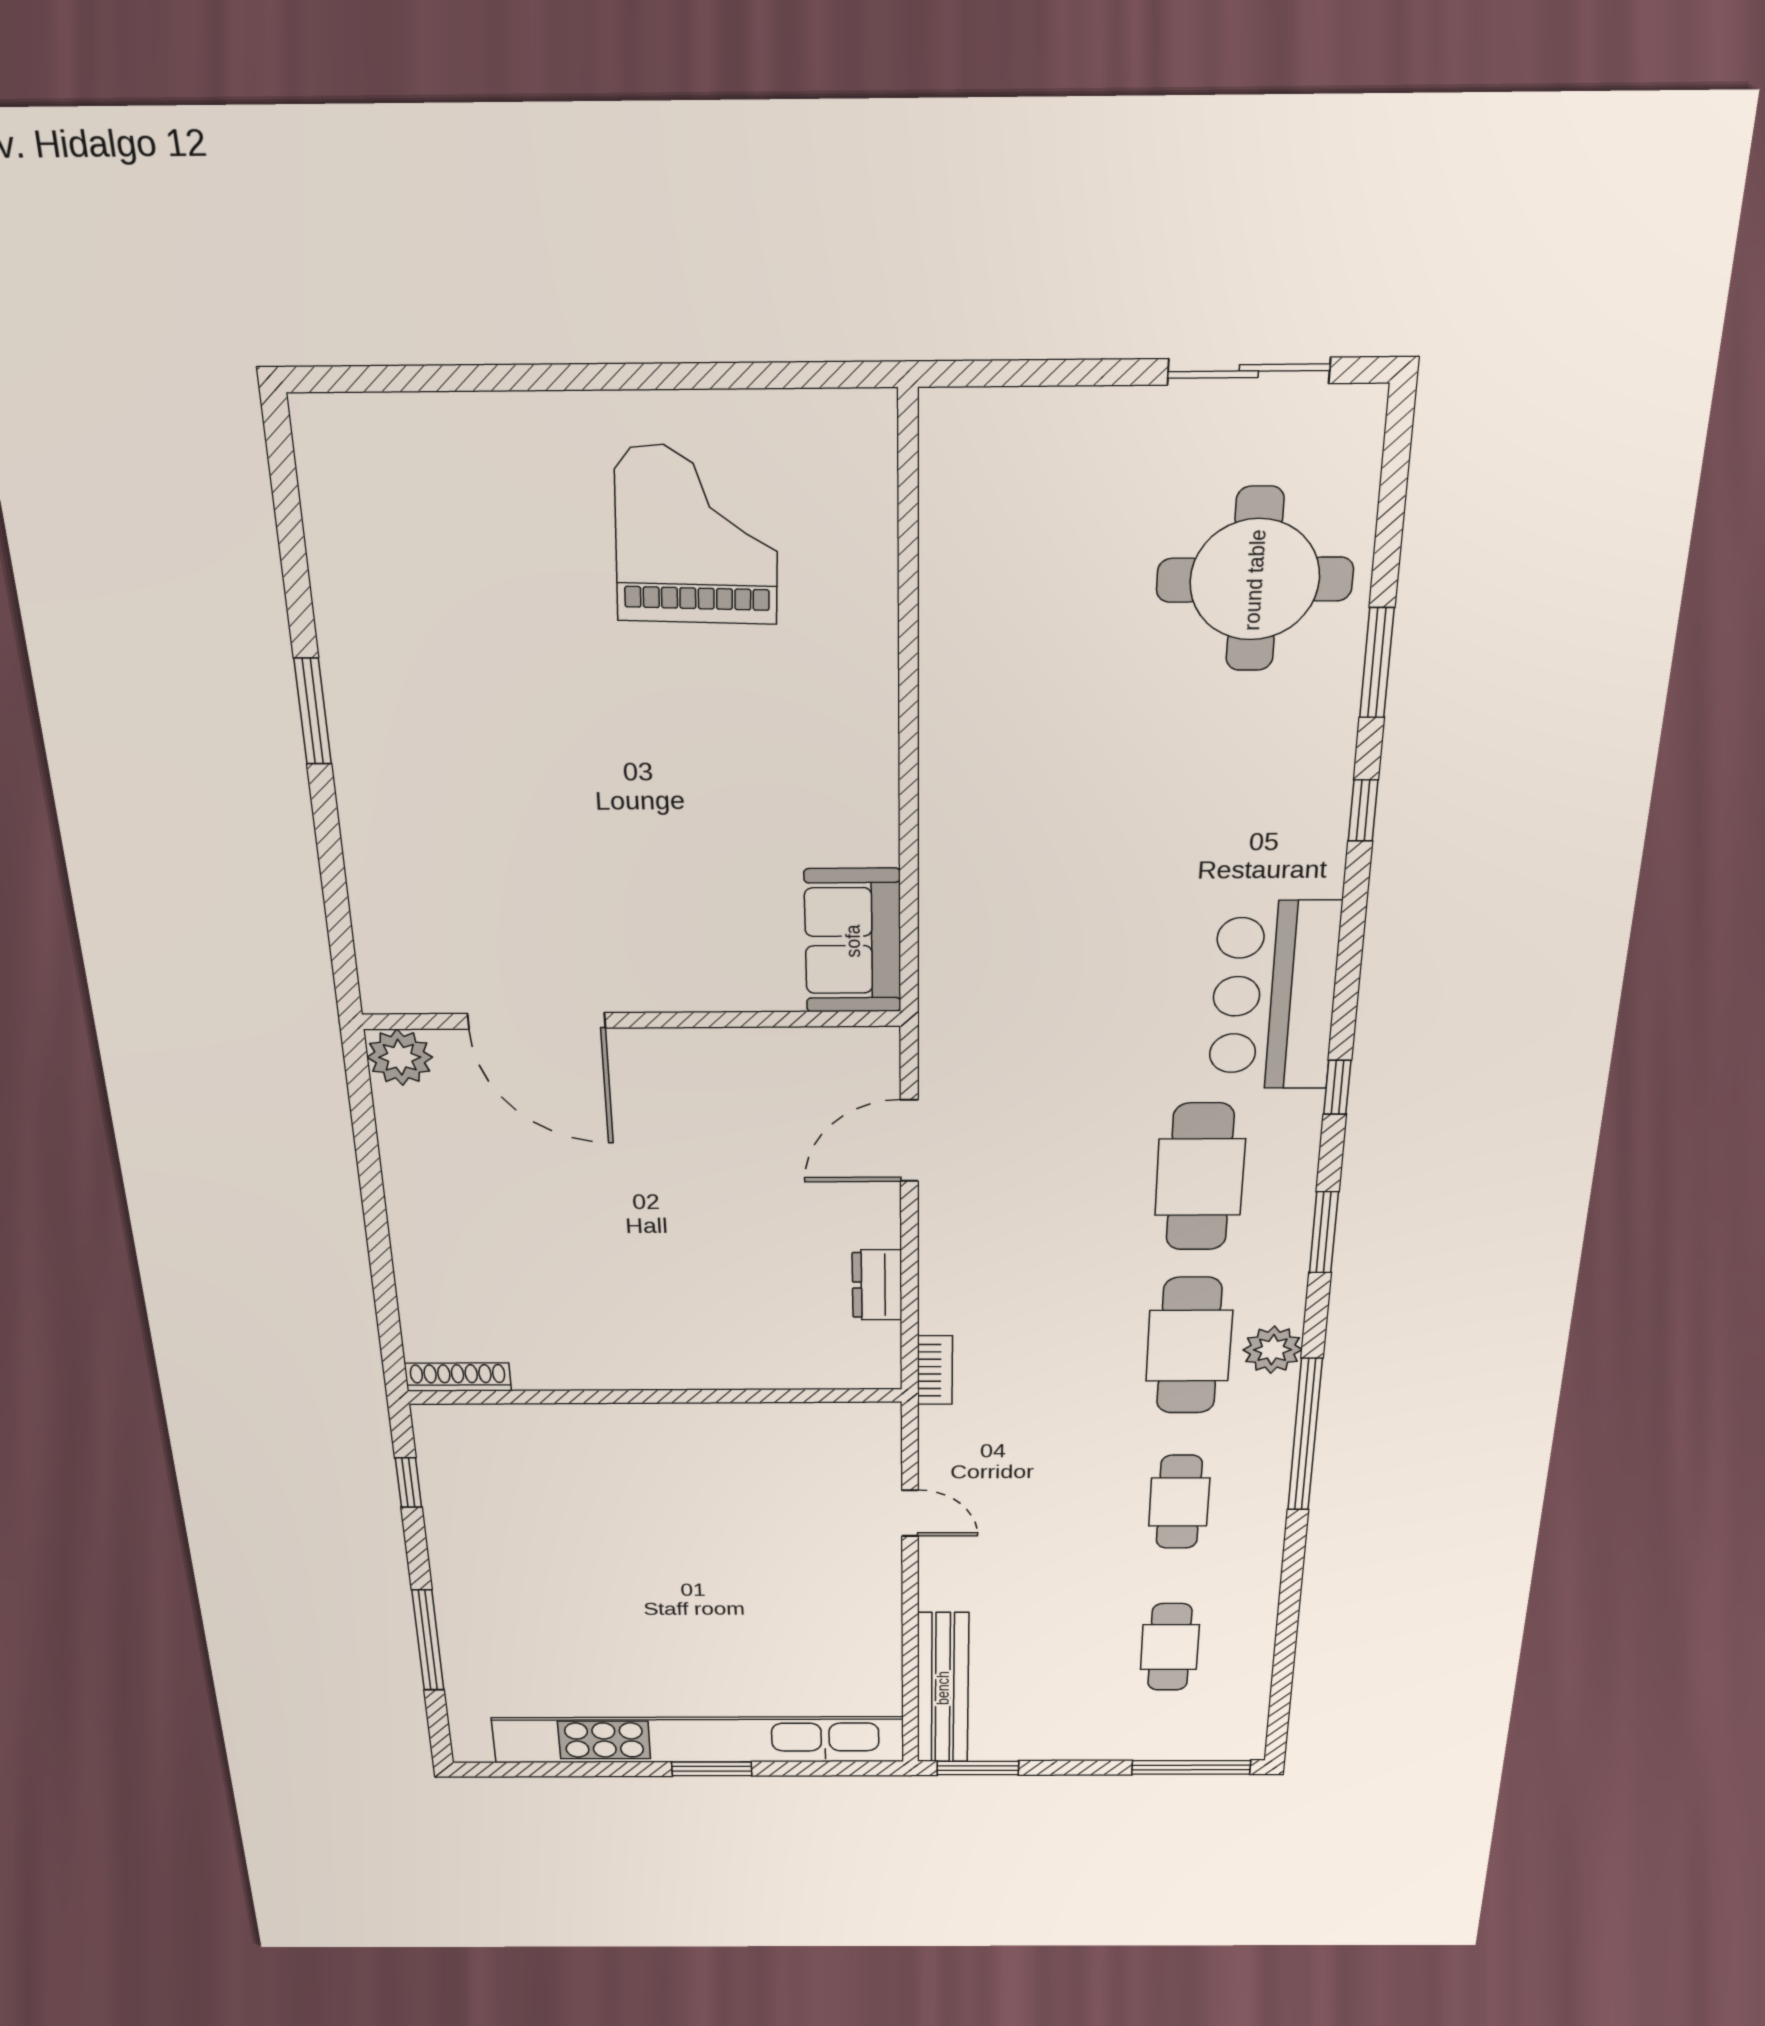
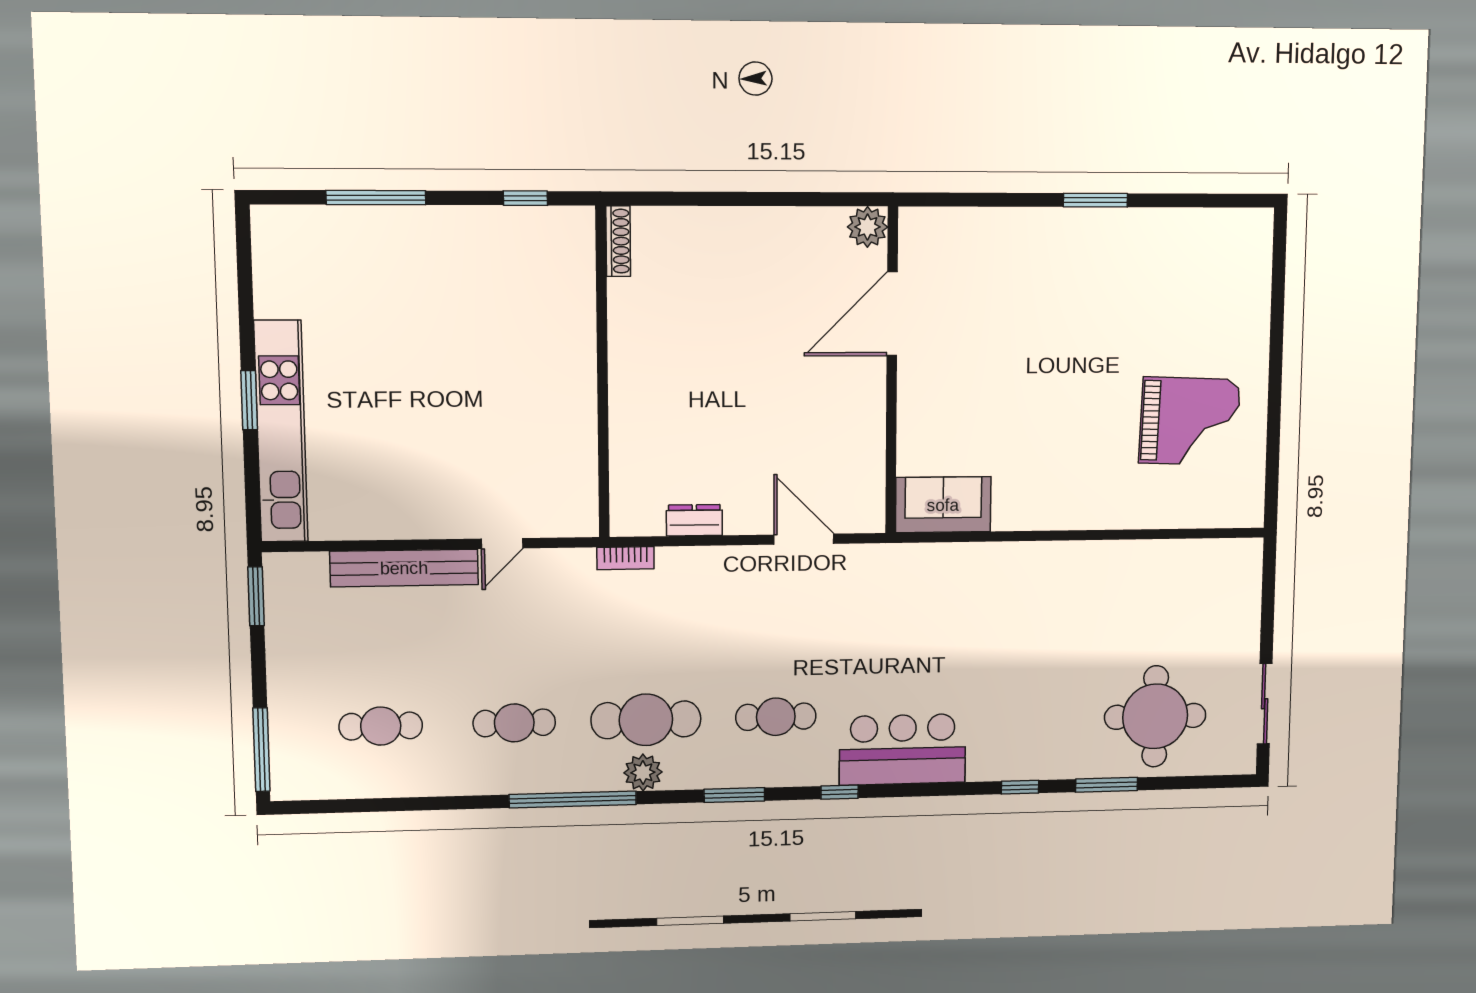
cafe table: (1200, 1177) -> (776, 717), width x0.73, depth x0.74
bench: (943, 1688) -> (404, 568), moved
kitchen unit: (698, 1740) -> (281, 431), width x0.73

